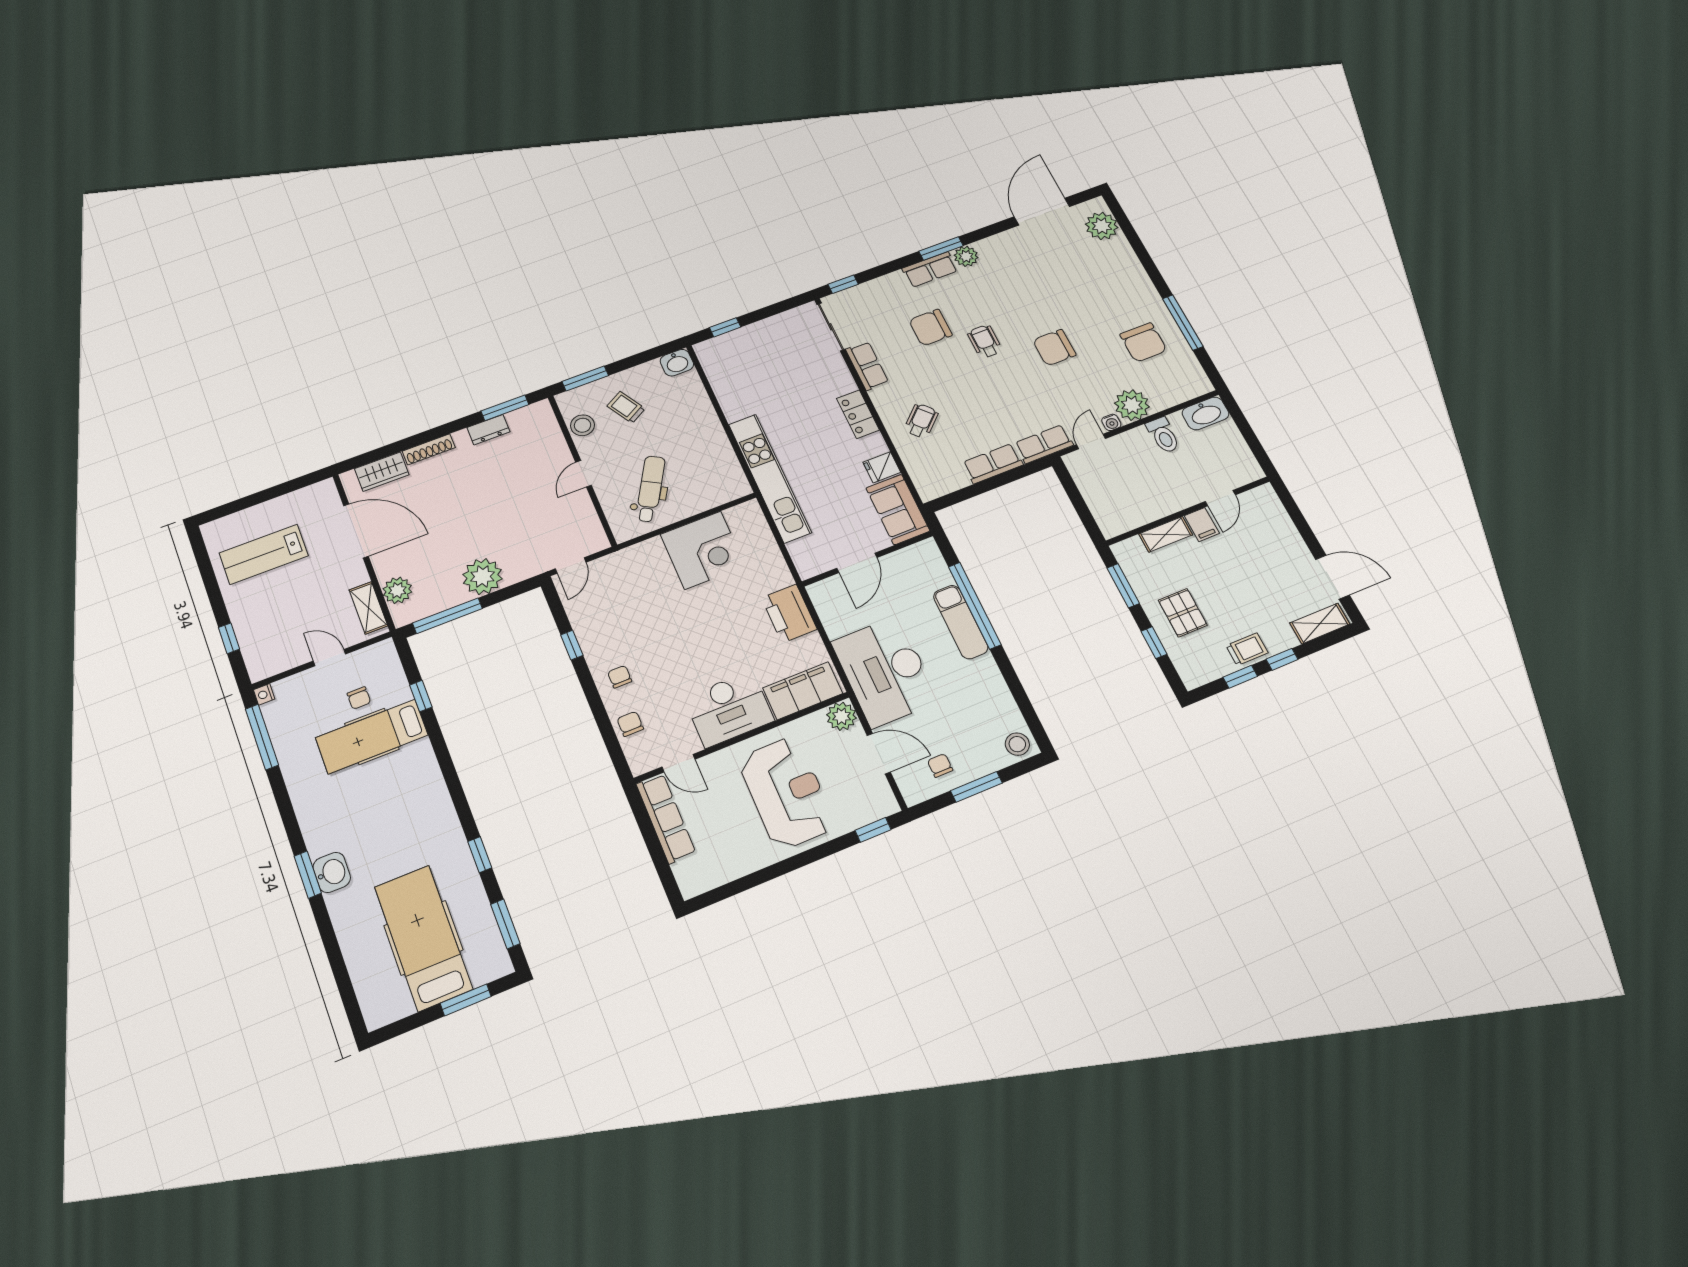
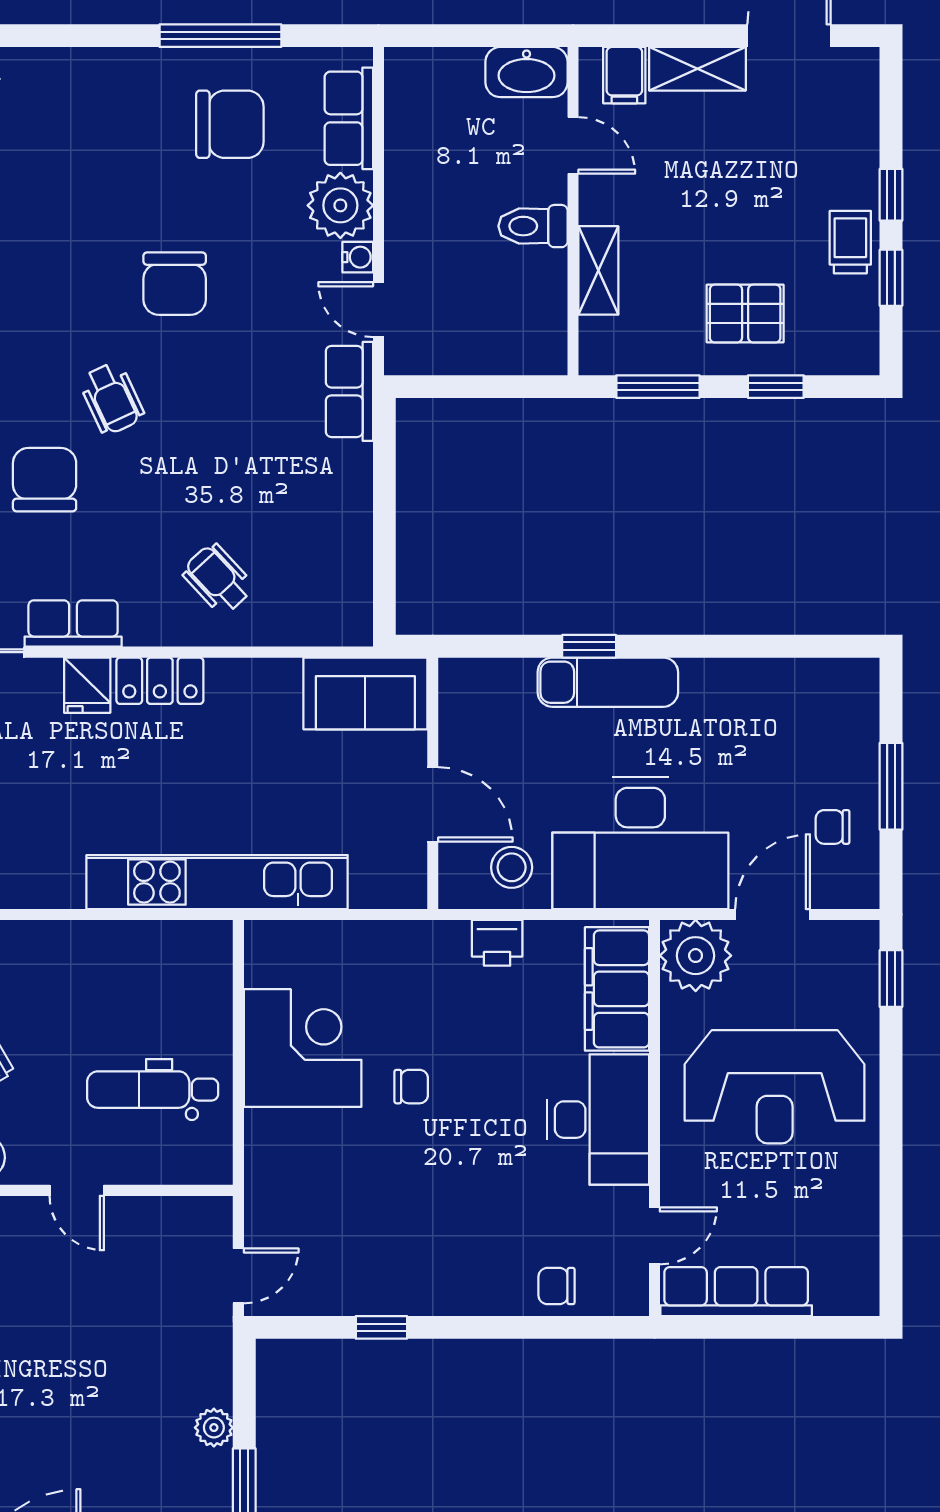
chair: (930, 328) -> (45, 480), turned 180
wheelchair: (985, 341) -> (112, 398), turned -115
washbasin: (1205, 413) -> (527, 72), moved, turned 90
toilet: (1163, 435) -> (533, 226), moved, turned 180
row of seats: (993, 464) -> (349, 118), moved
fridge: (882, 467) -> (87, 685), moved
dental chair: (650, 489) -> (153, 1090), turned -30
filing cabinet: (1202, 525) -> (624, 75), moved, turned 90
door: (571, 565) -> (238, 1276), hinge flipped
plant: (482, 577) -> (214, 1428), width x0.53, depth x0.53
window: (975, 605) -> (589, 646), width x0.32
printer: (789, 613) -> (497, 943), width x0.53, depth x0.68
shelving: (1320, 623) -> (697, 69), moved, turned 90
chair: (620, 677) -> (411, 1087), moved, turned 180
plant: (841, 716) -> (696, 956), width x1.36, depth x1.36
stool: (1017, 744) -> (512, 867), moved
reception desk: (787, 793) -> (775, 1087), turned 180

